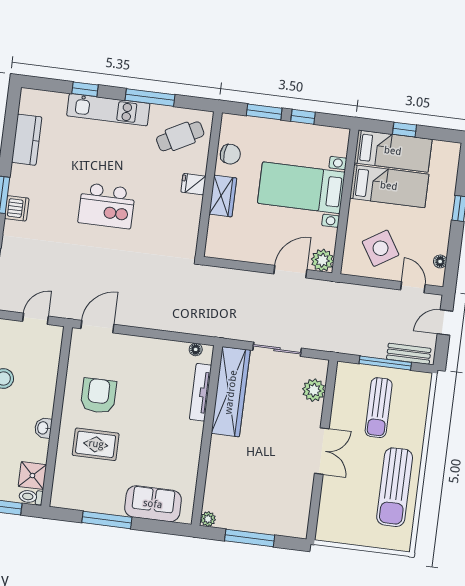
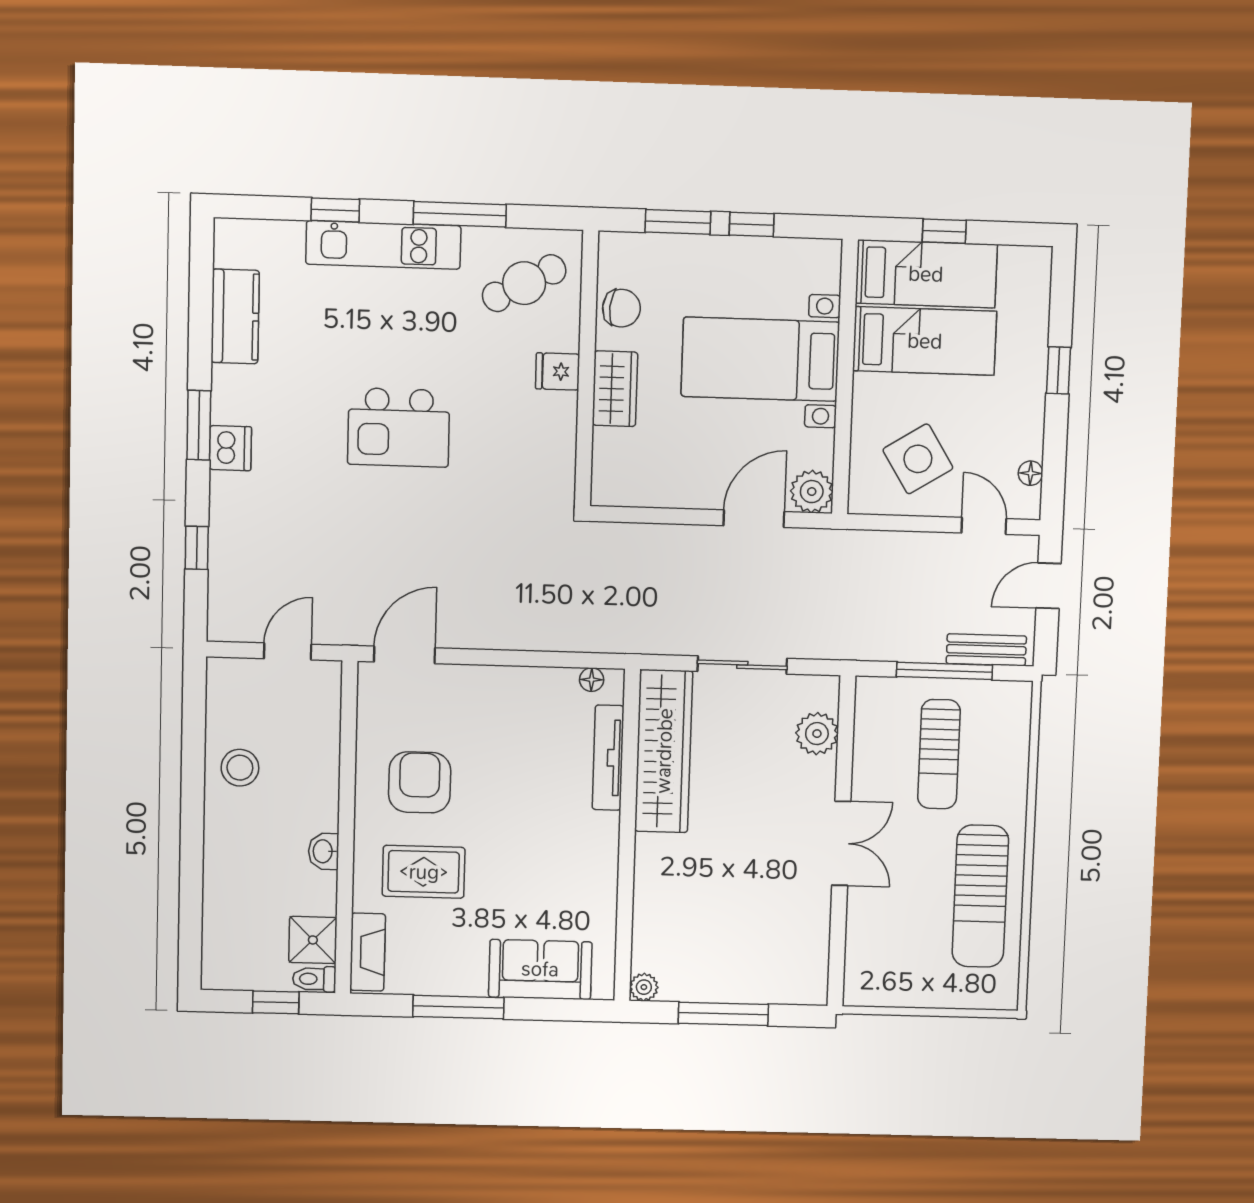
fireplace: (61, 485) -> (368, 952), added

